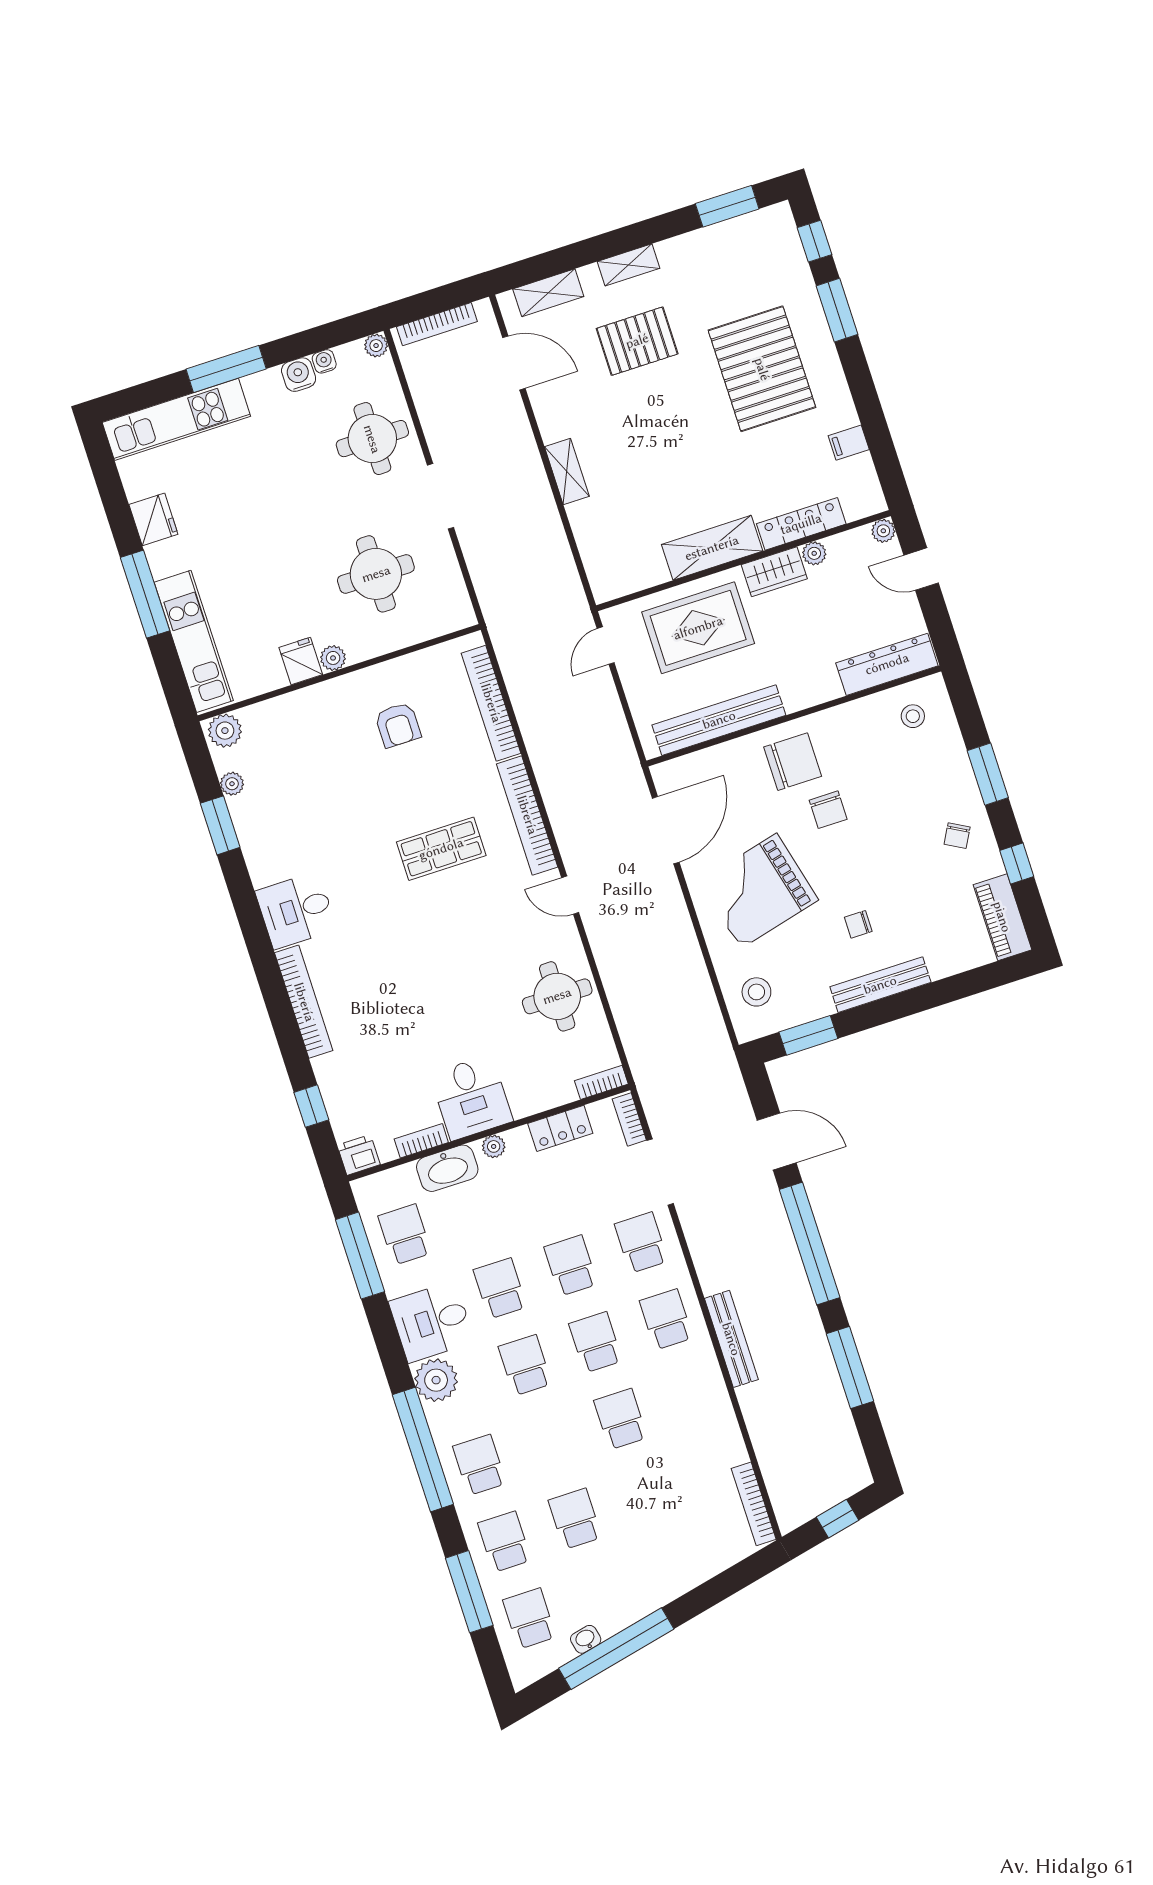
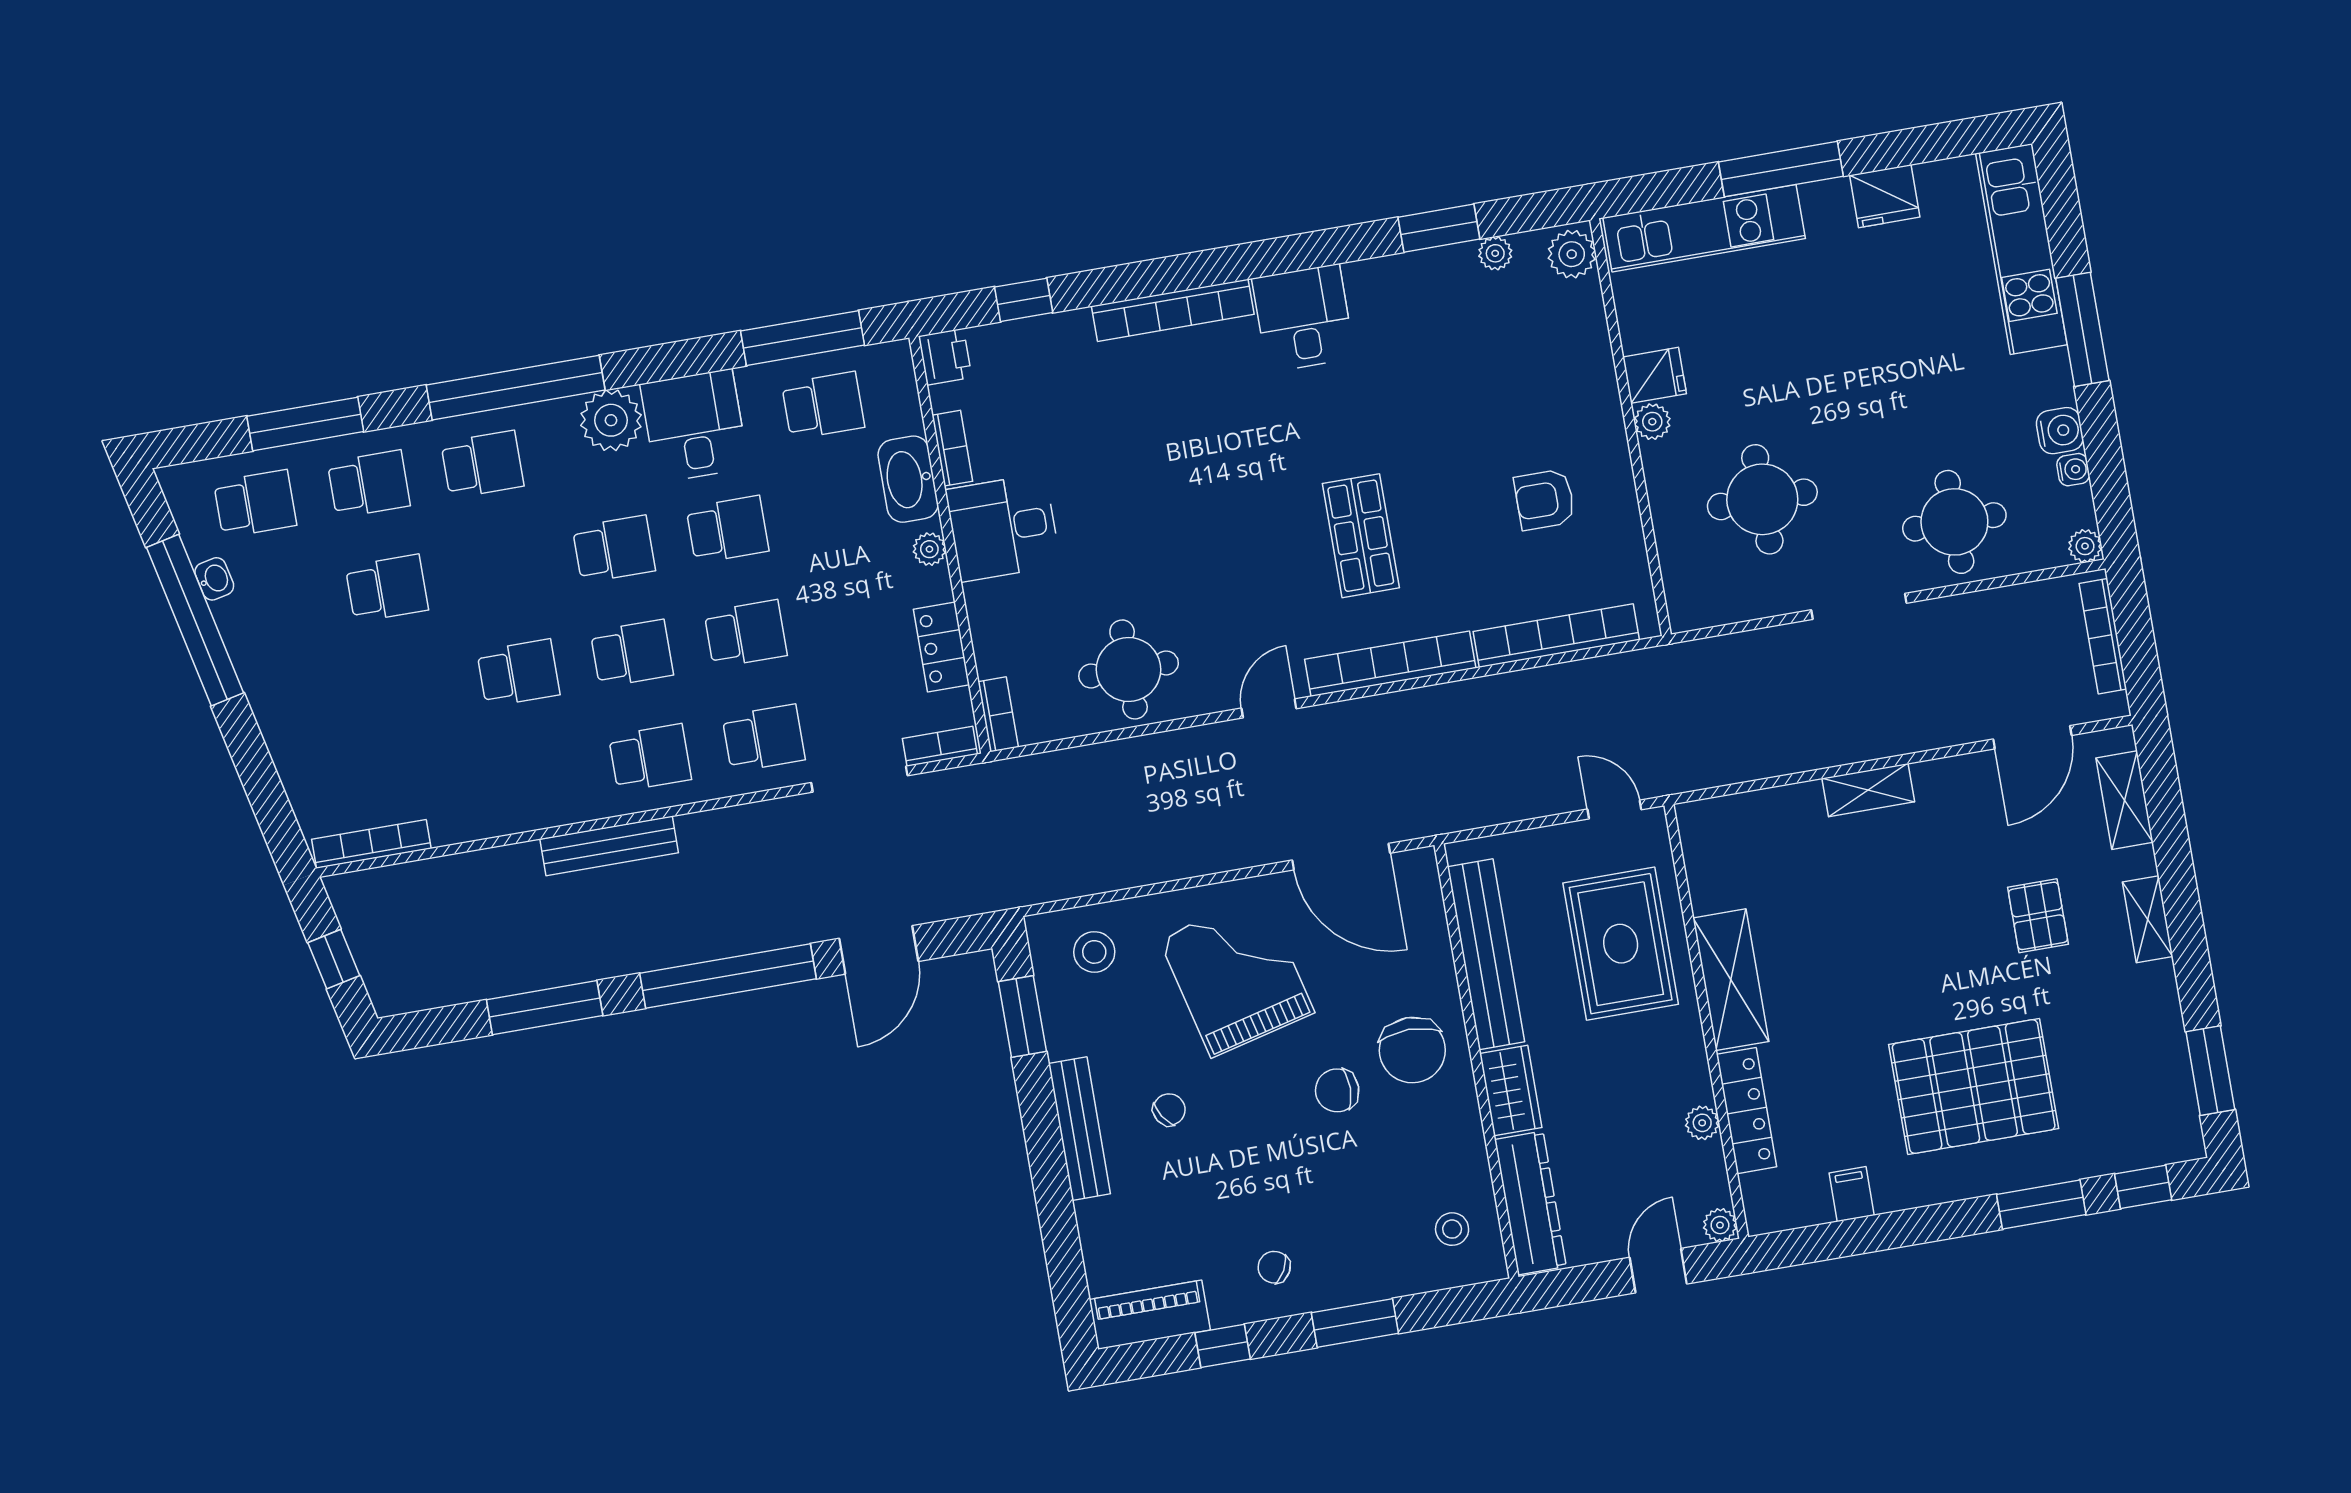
pallet: (637, 341) -> (2038, 916), width x0.67, depth x0.71
wardrobe: (774, 572) -> (1511, 1090), moved, turned 180
chair: (858, 924) -> (1169, 1110), turned 57

